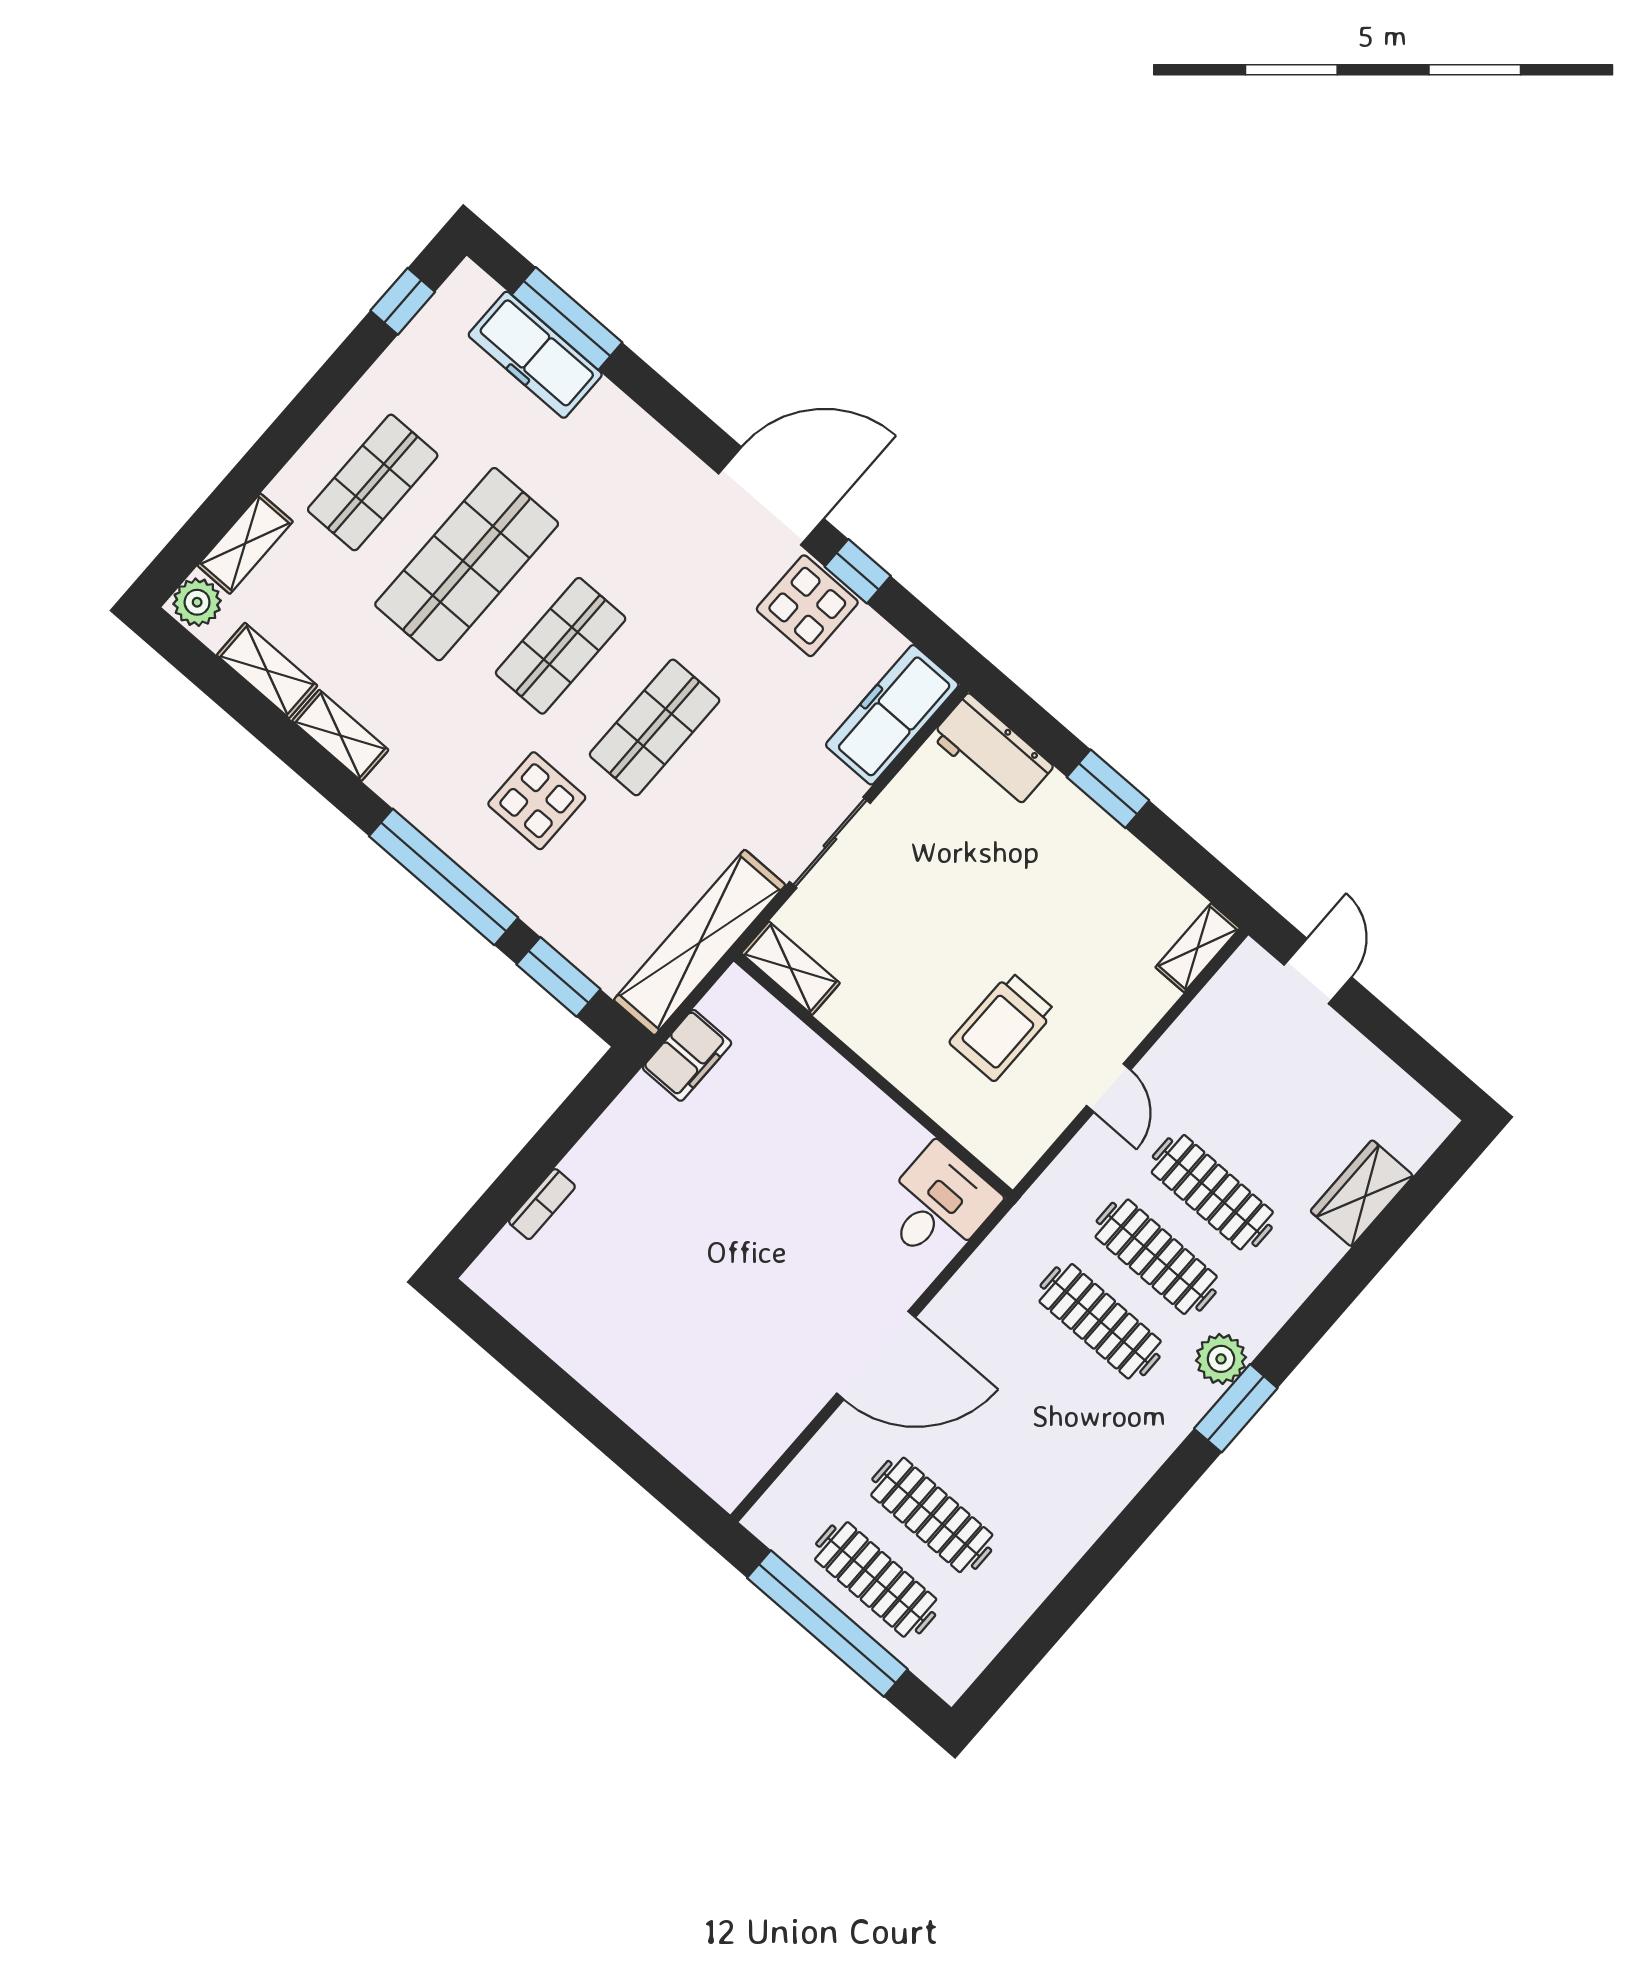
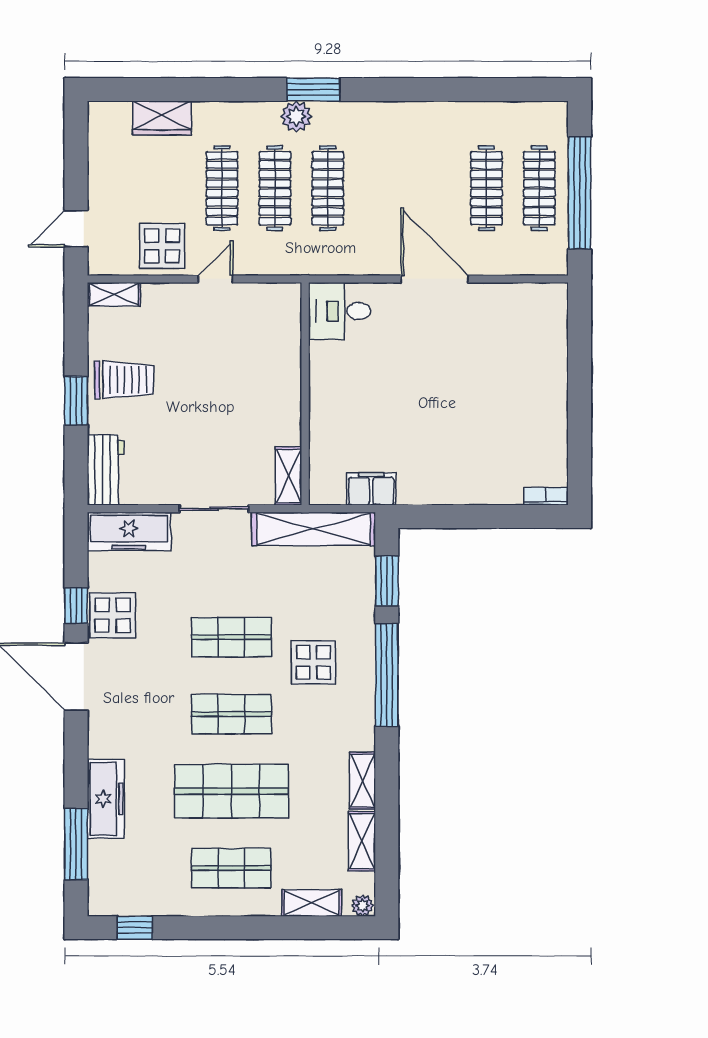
freezer: (535, 355) -> (106, 799), moved
plant: (197, 602) -> (363, 906), width x0.73, depth x0.73
trolley: (1002, 1027) -> (124, 380), moved
display table: (1205, 1058) -> (162, 246), added
bookcase: (542, 1204) -> (546, 496), moved

